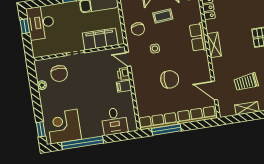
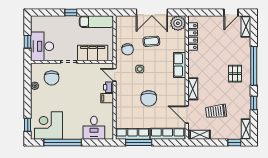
desk: (41, 23) -> (42, 46), moved
window: (25, 26) -> (28, 42), moved
shelving: (214, 45) -> (193, 89), moved
chair: (170, 79) -> (149, 98), turned 90
shelving: (247, 108) -> (200, 135), moved

